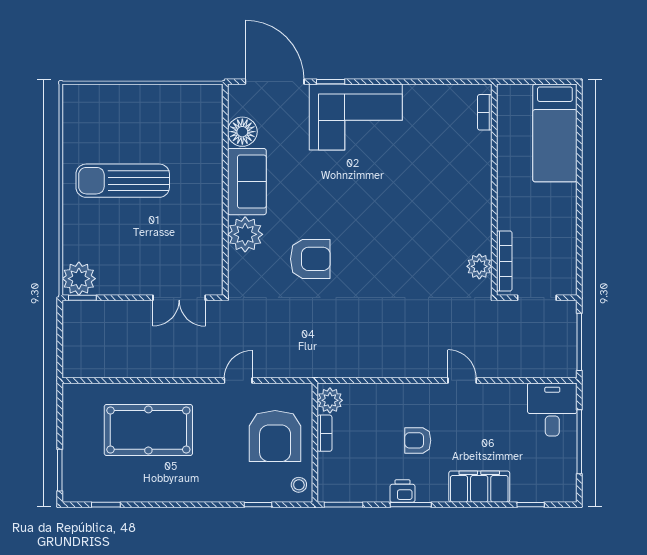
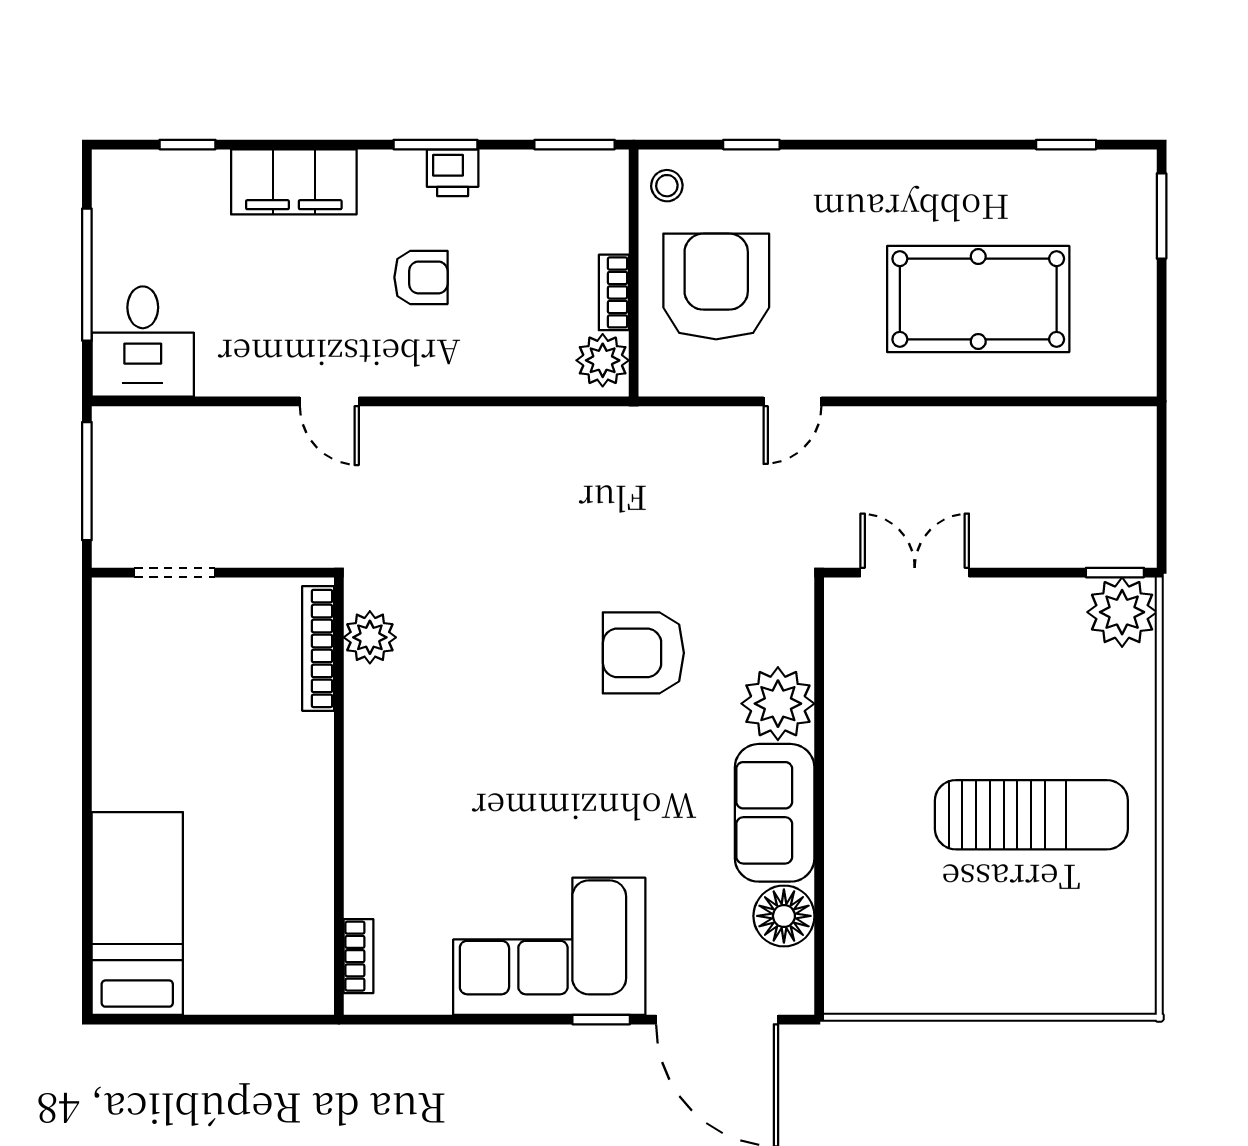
bookcase: (485, 112) -> (358, 956), moved
wall: (494, 190) -> (339, 796), moved
bookcase: (504, 261) -> (318, 648), moved
plant: (479, 266) -> (370, 637), moved

